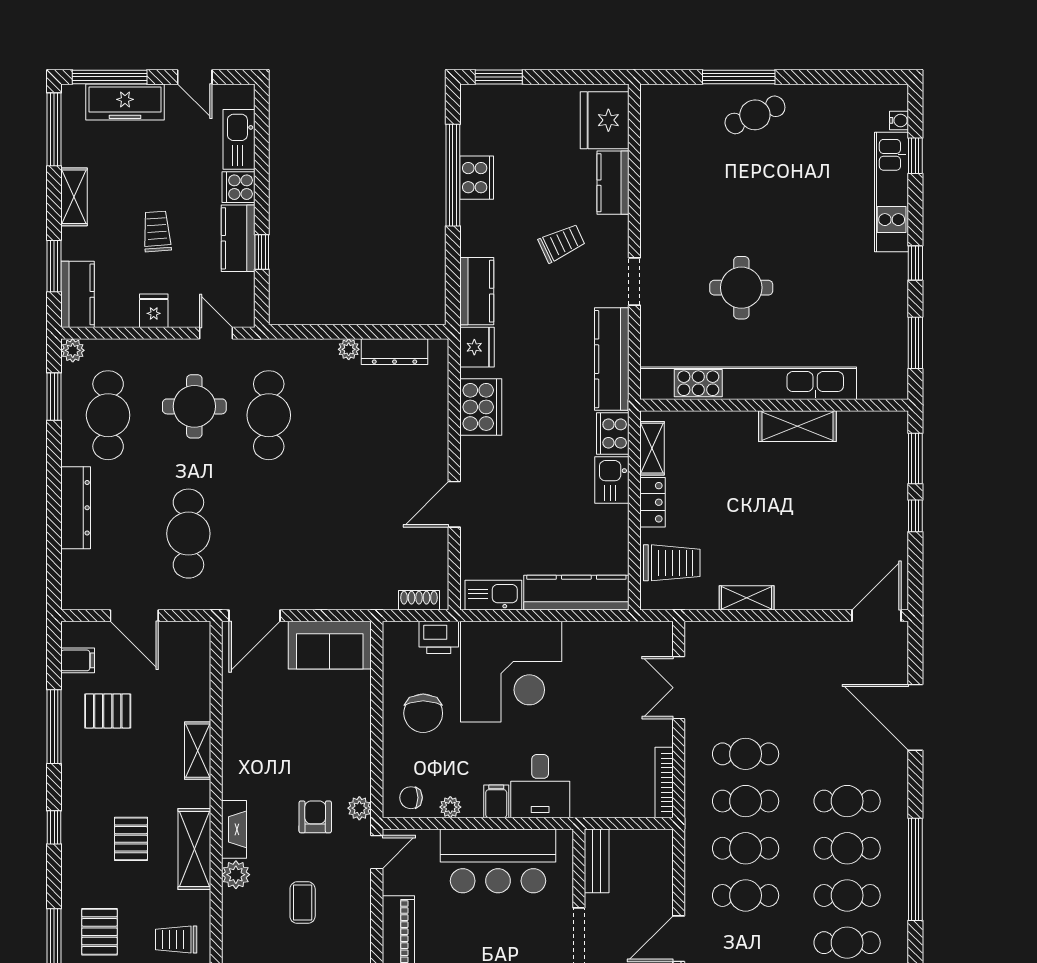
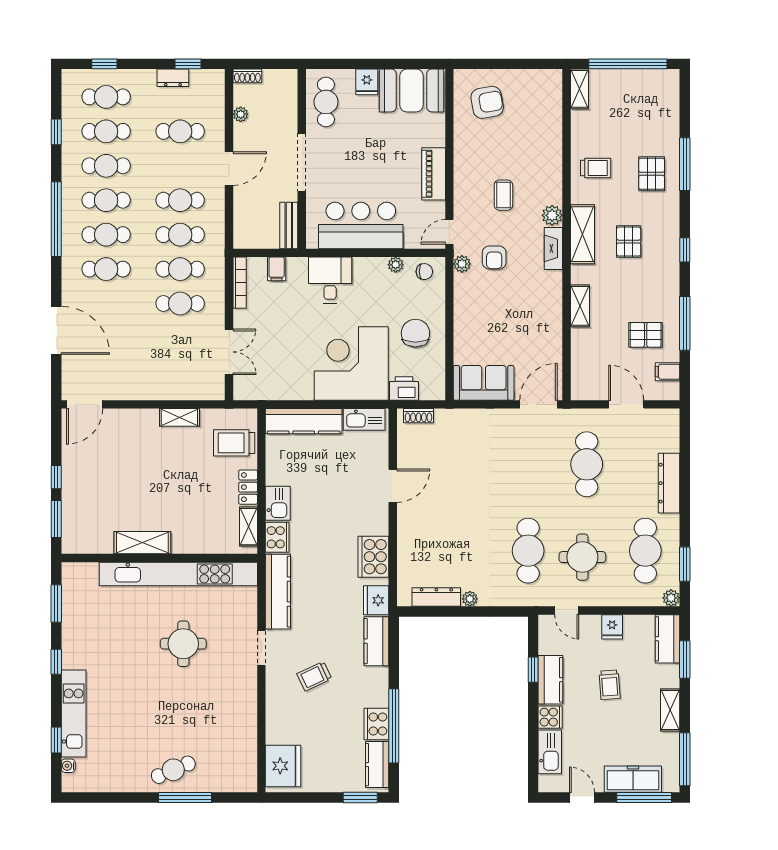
kitchen counter: (613, 183) -> (377, 765), moved, turned 180
filing cabinet: (496, 801) -> (277, 269), moved

